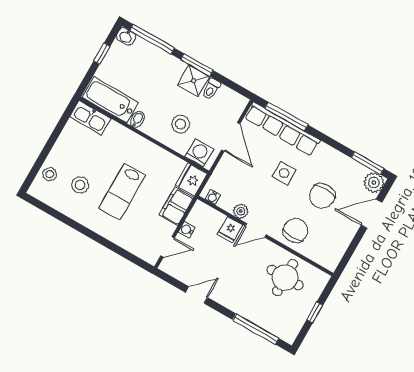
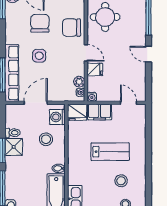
chair: (322, 196) -> (40, 23), turned -90
plant: (241, 211) -> (79, 82), moved
water cooler: (187, 230) -> (92, 97), moved
door: (197, 295) -> (148, 54), moved

